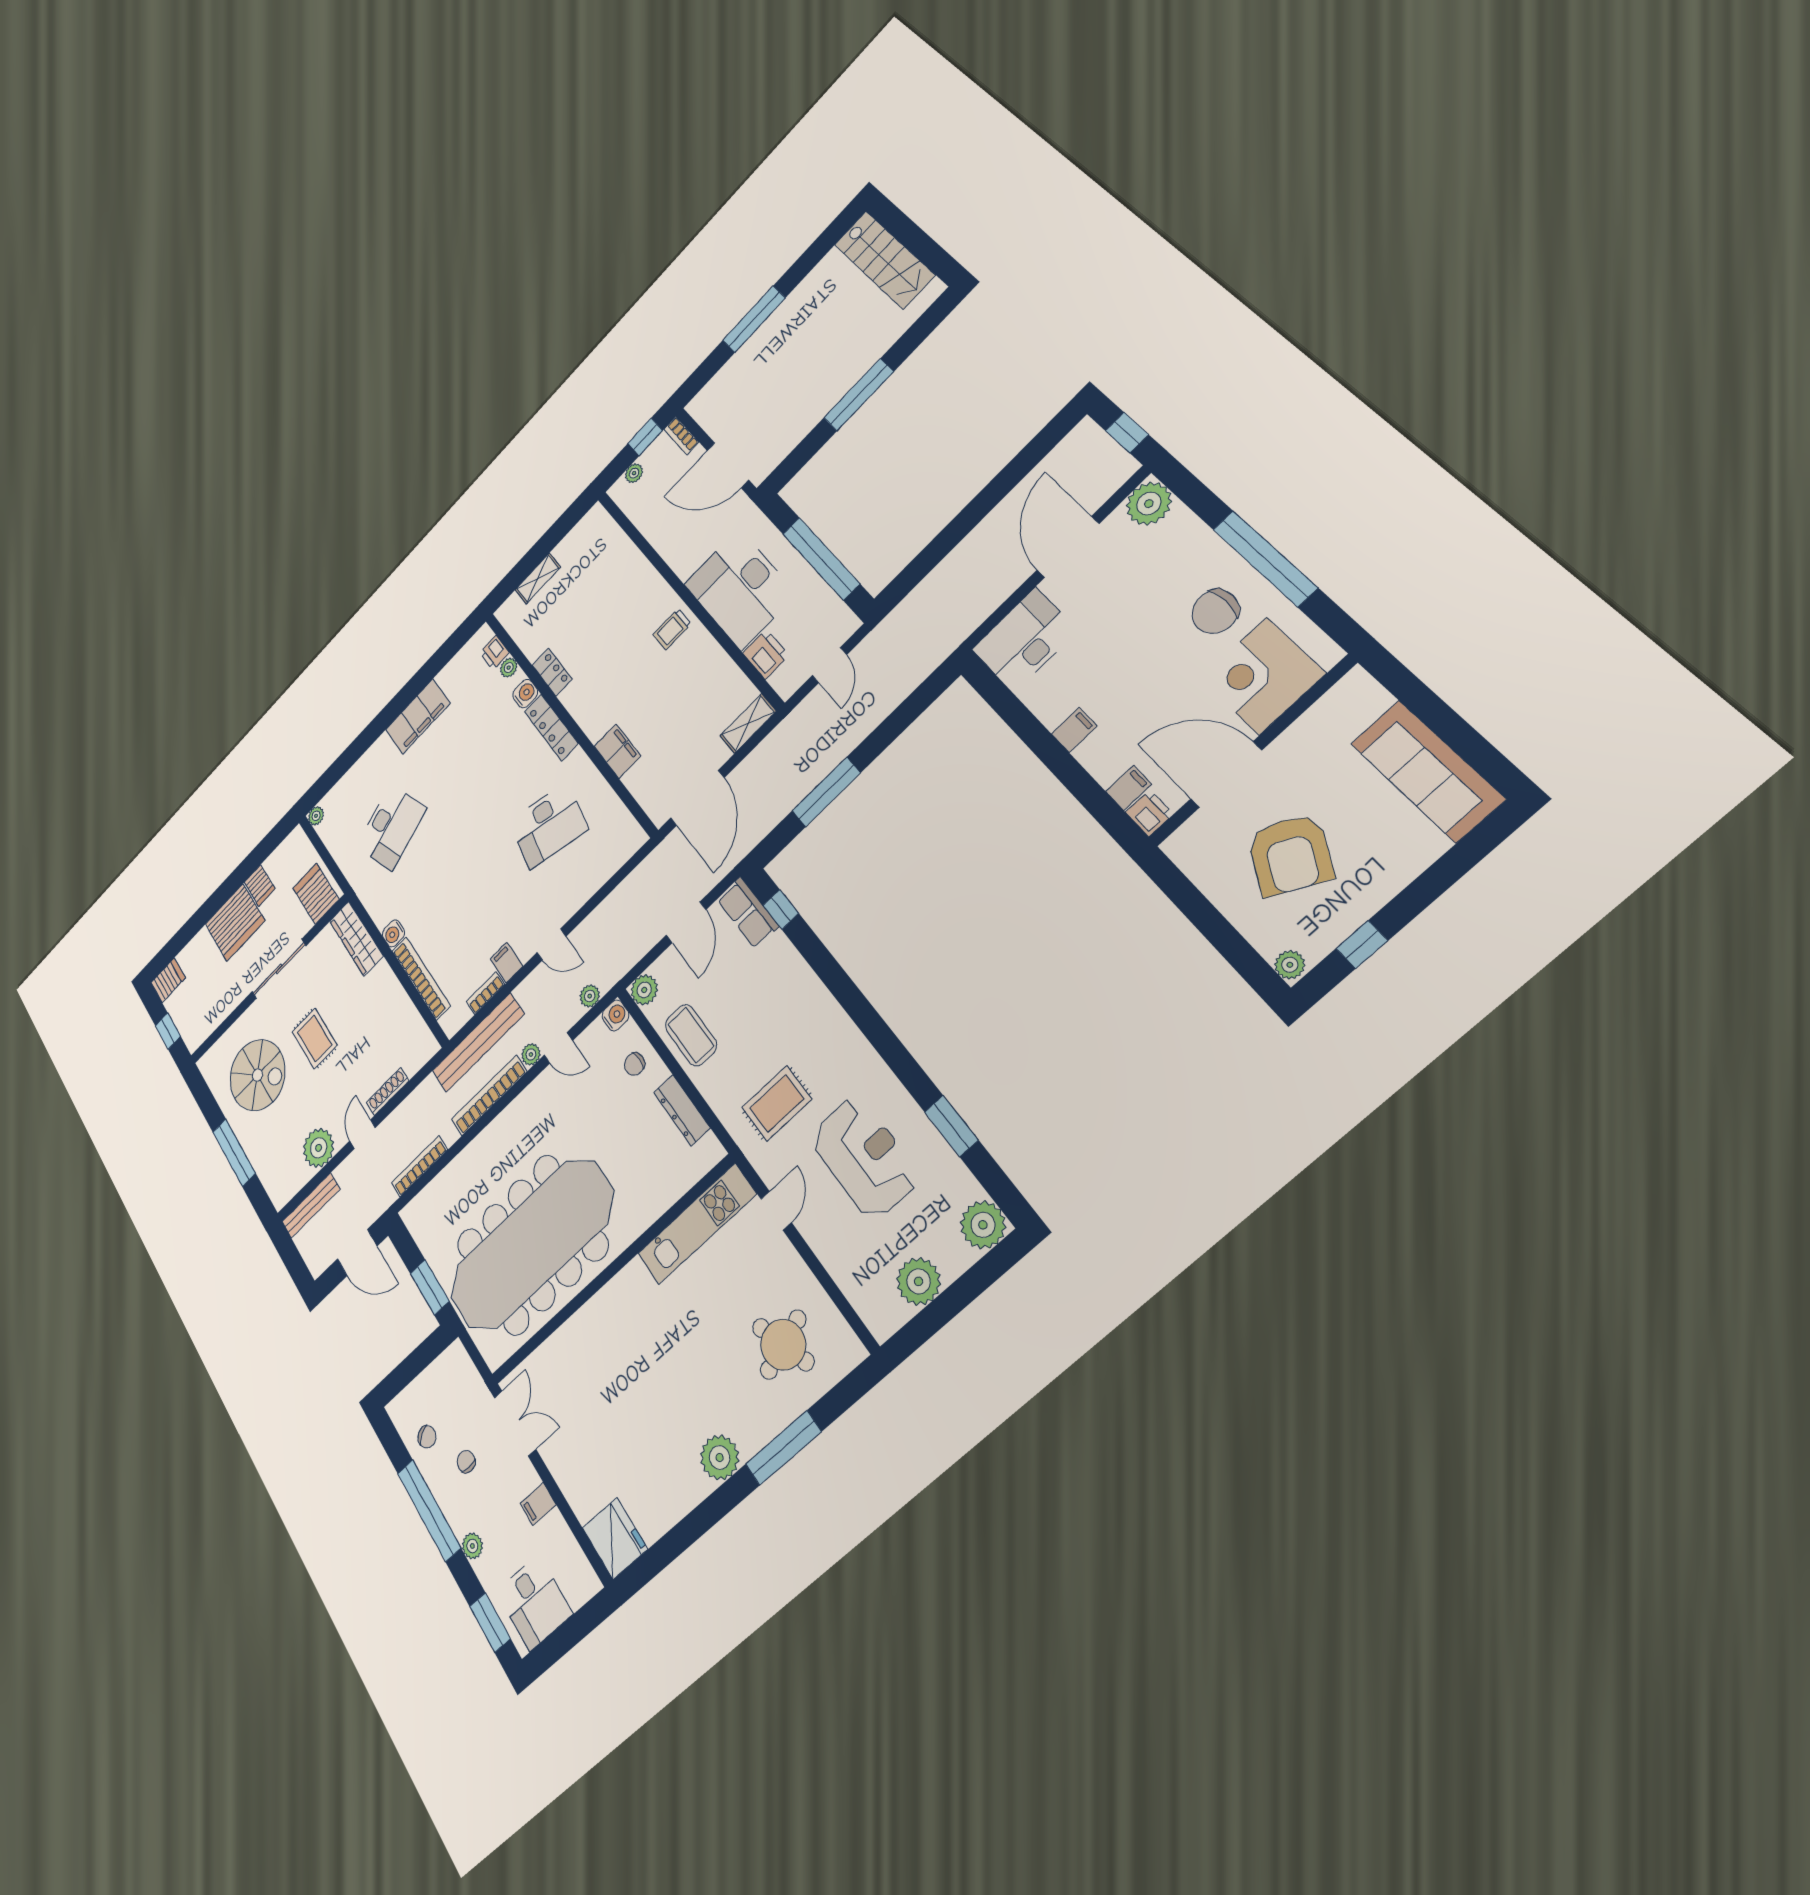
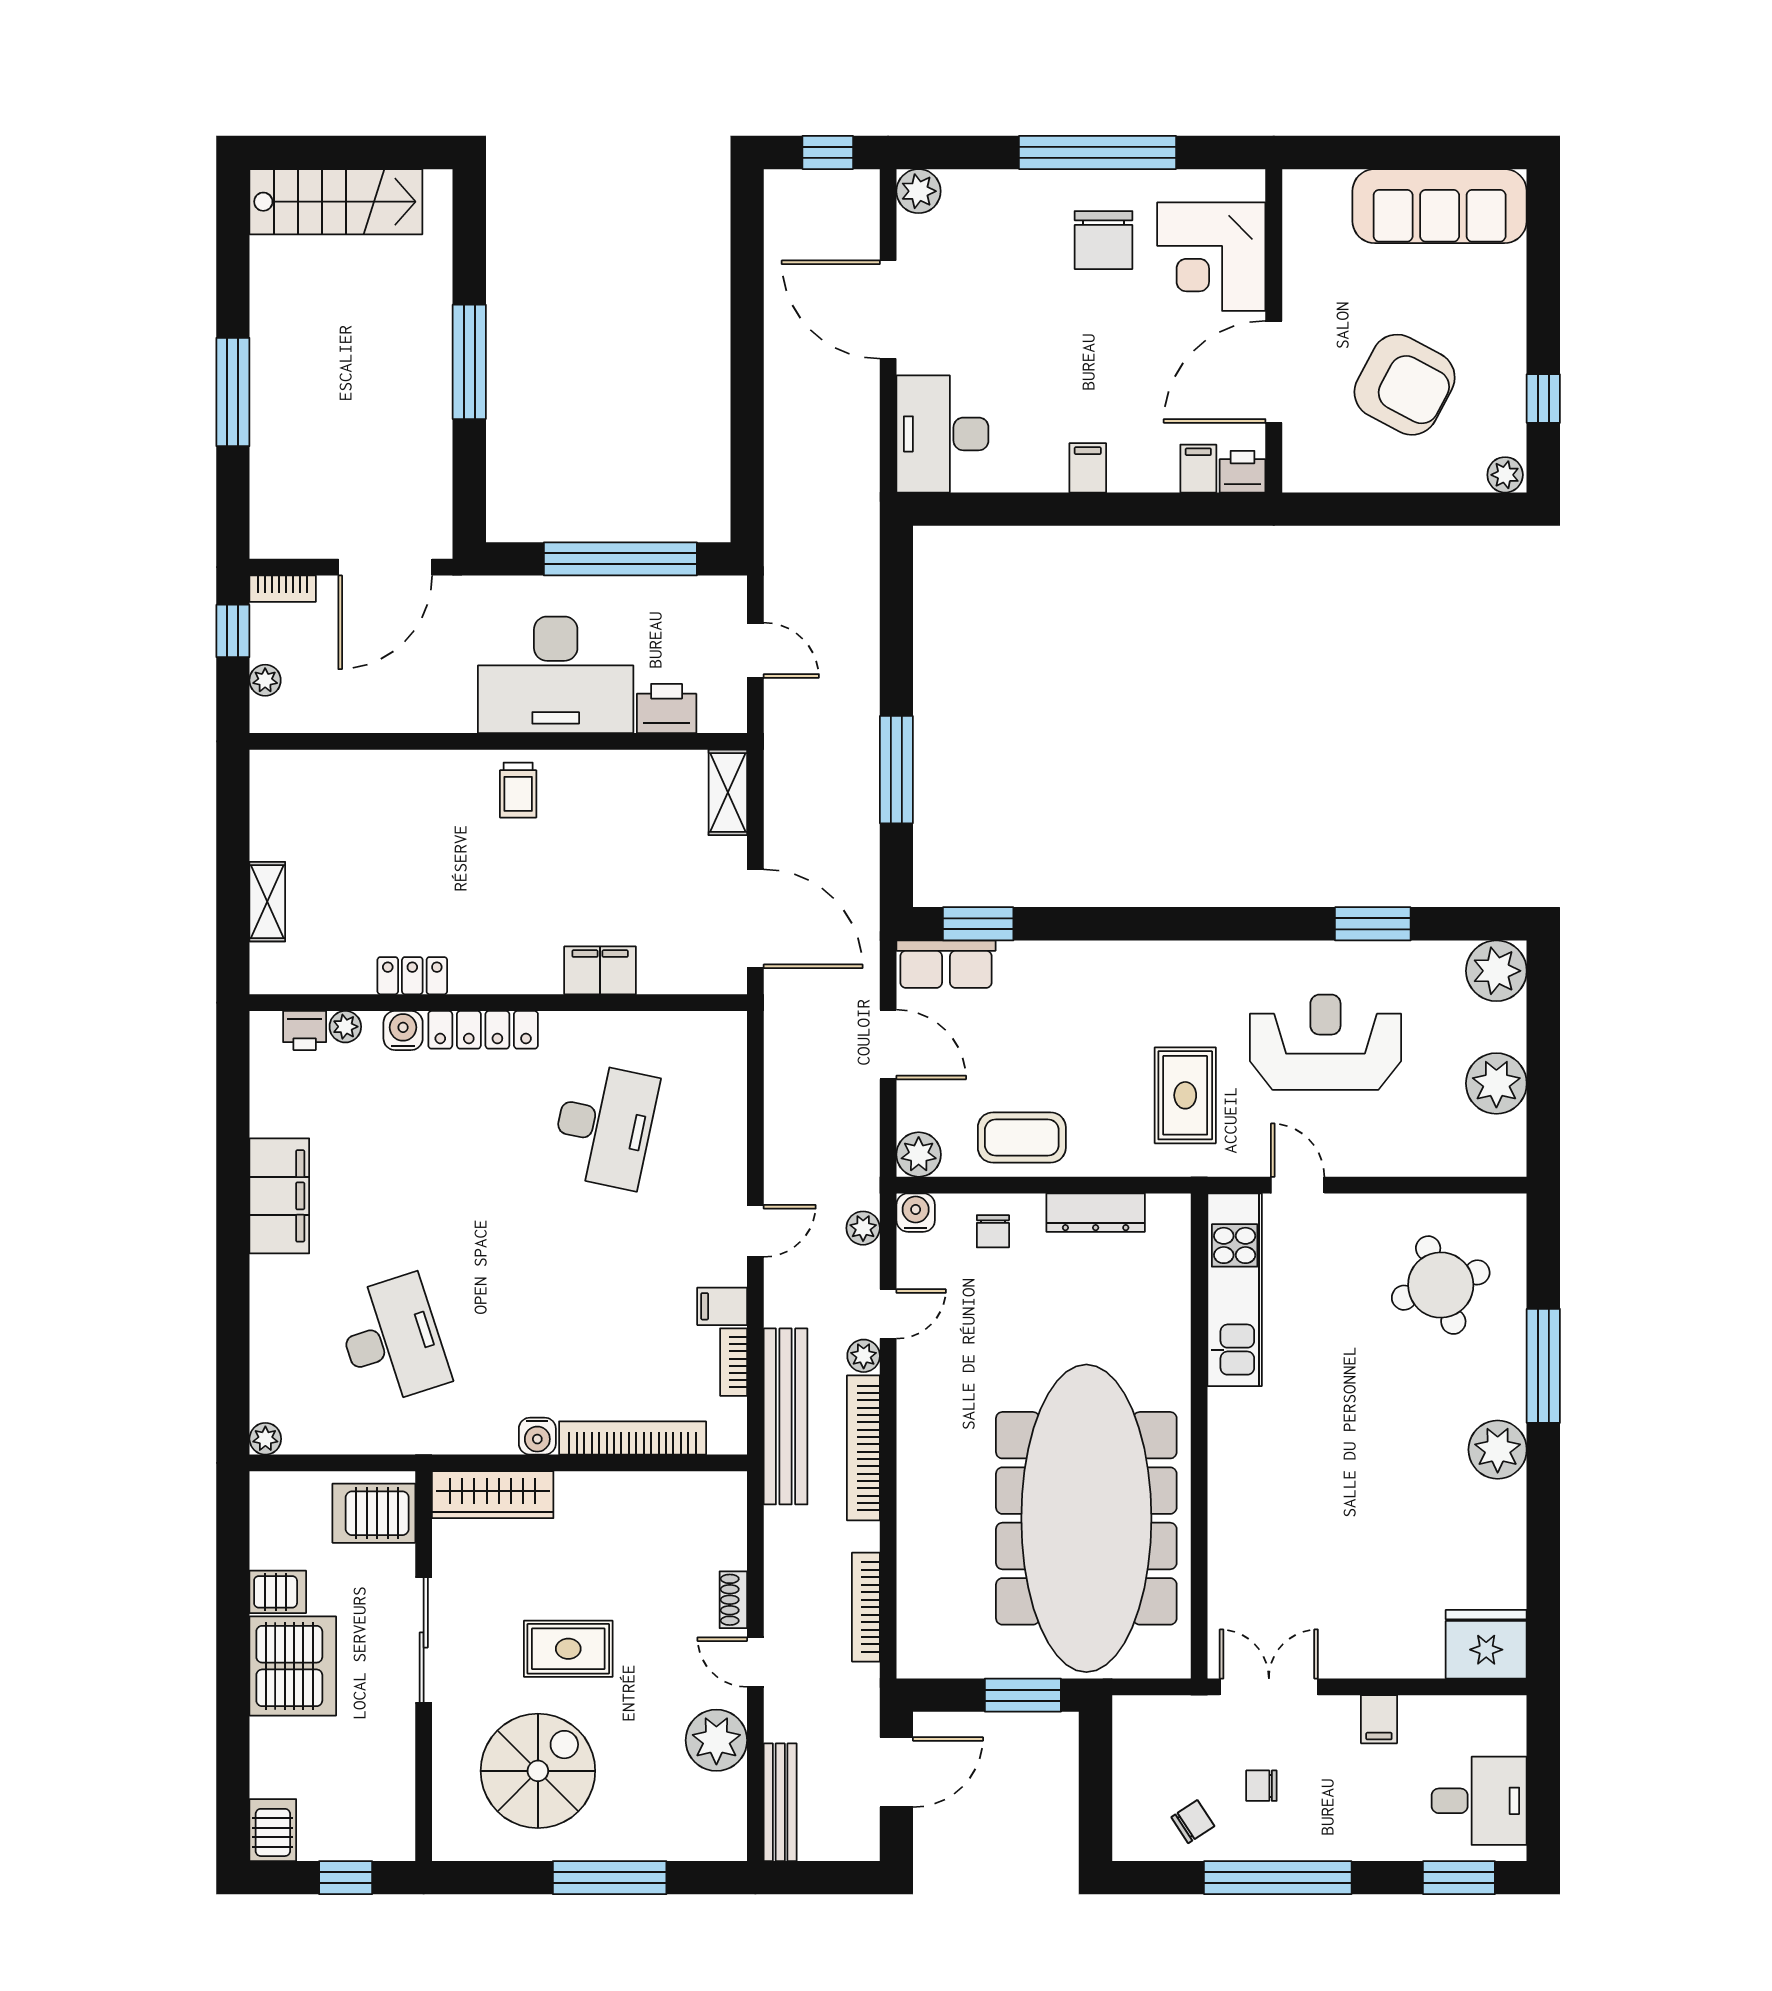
plant: (1149, 504) -> (919, 191), width x0.73, depth x0.73
window: (781, 909) -> (978, 924), width x1.50
shoe rack: (388, 1092) -> (733, 1600), width x0.70
plant: (472, 1546) -> (1360, 1843), removed

